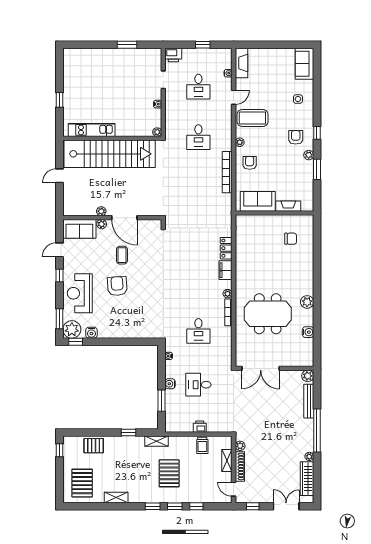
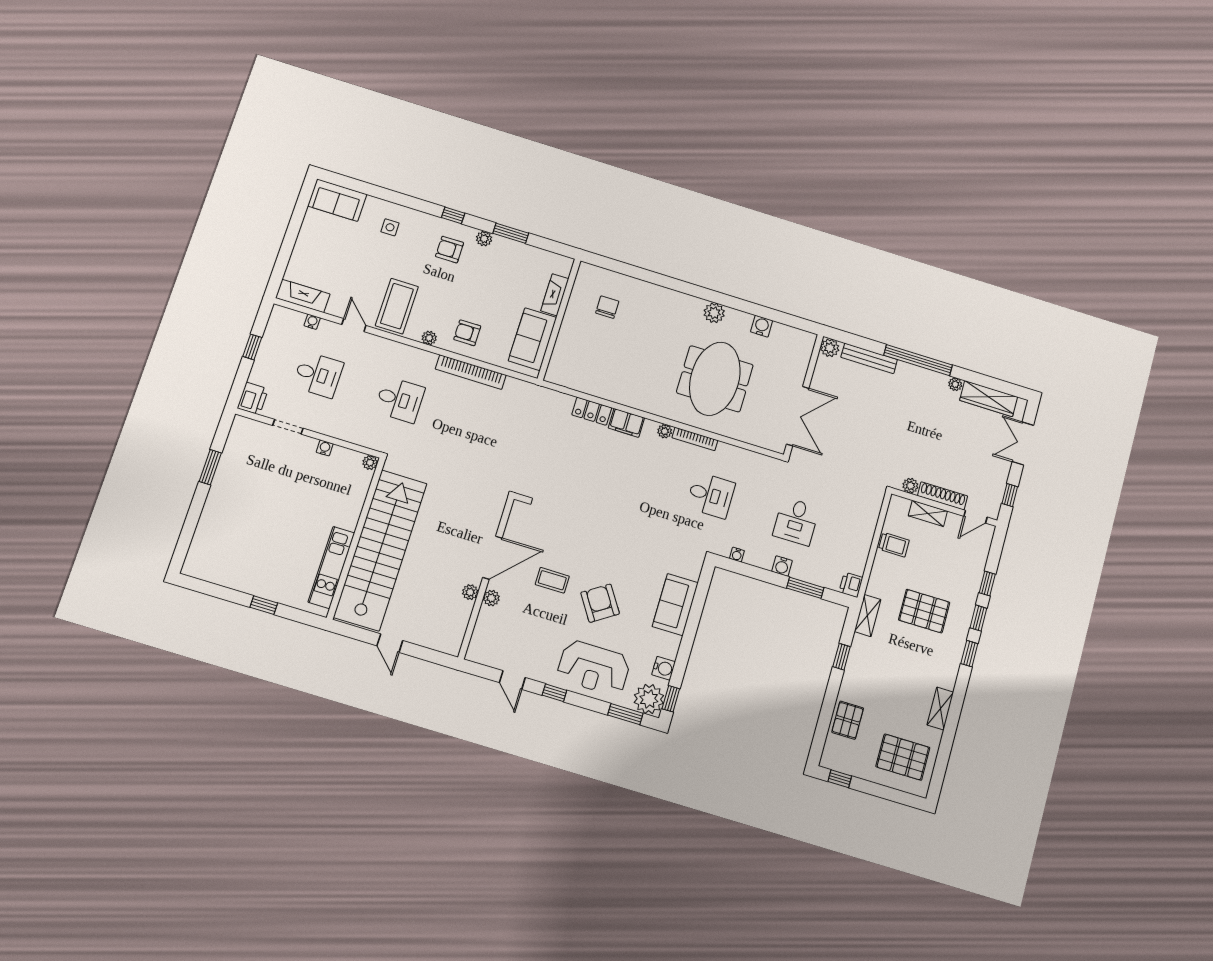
sofa: (79, 229) -> (675, 605), moved, turned 180
armchair: (117, 286) -> (600, 603), turned 61
printer: (200, 427) -> (851, 585), moved

